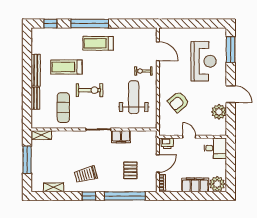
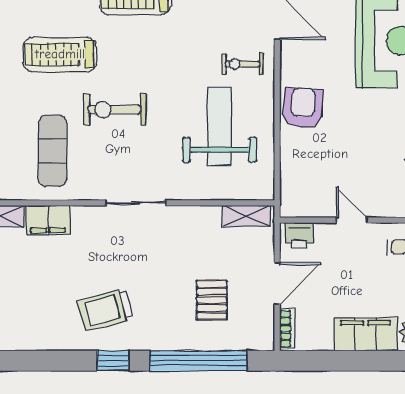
exercise bike: (89, 90) -> (115, 110), turned 180
armchair: (178, 102) -> (303, 108), moved, turned 134
filing cabinet: (121, 137) -> (48, 220), moved
shelving: (54, 187) -> (246, 216), moved

